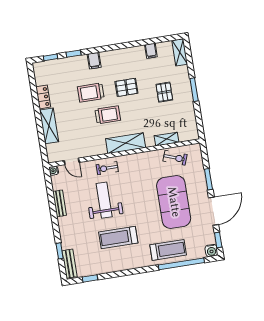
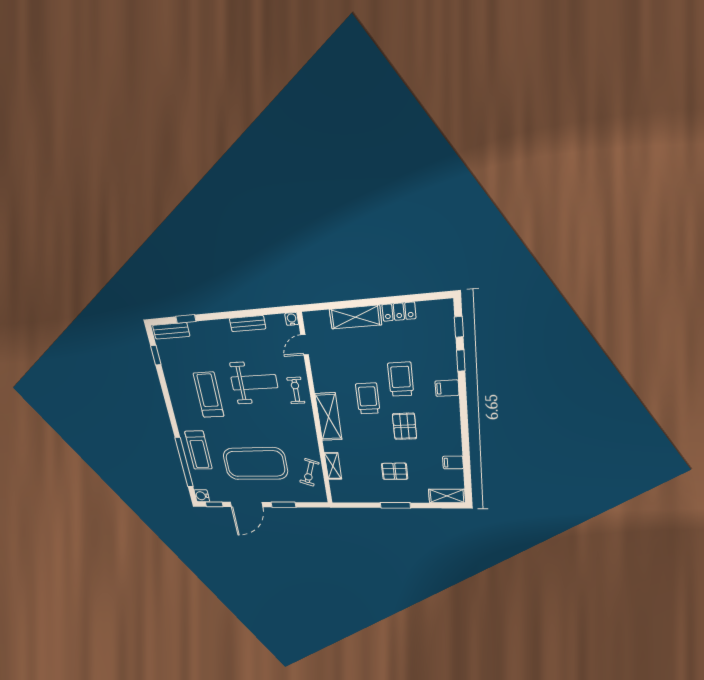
trolley: (108, 115) -> (368, 399), turned 180
door: (214, 211) -> (246, 505), hinge flipped

